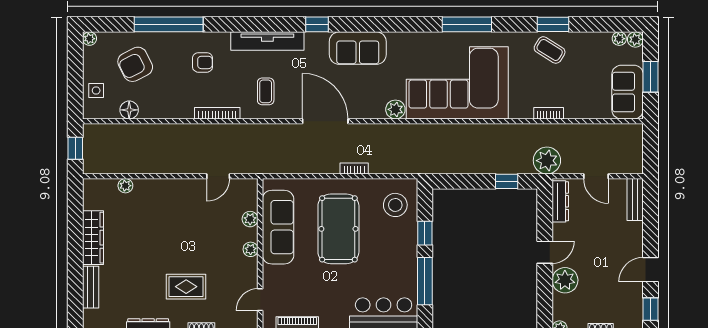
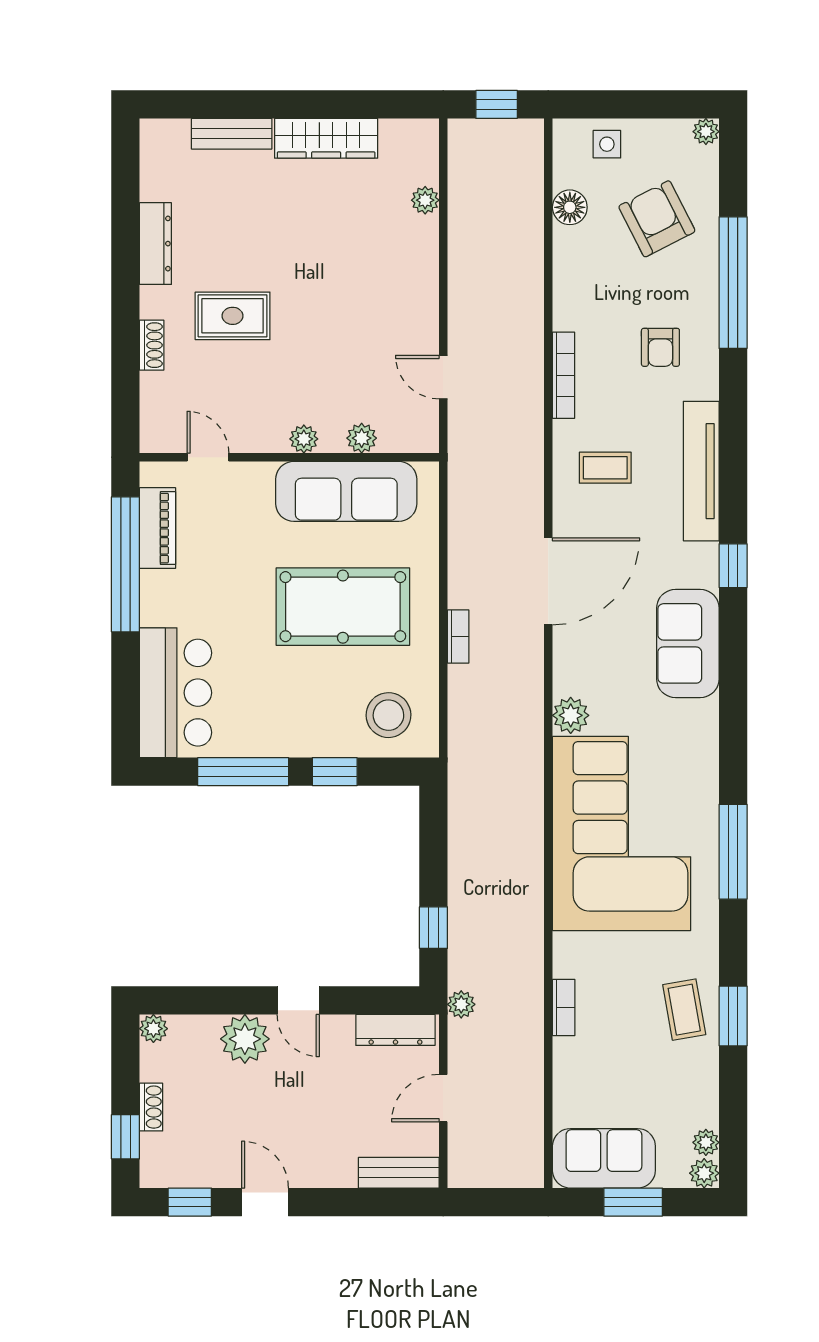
coffee table: (550, 50) -> (684, 1010), turned -42
plant: (547, 161) -> (461, 1004), width x0.53, depth x0.53
rug: (186, 287) -> (233, 316), turned 90

